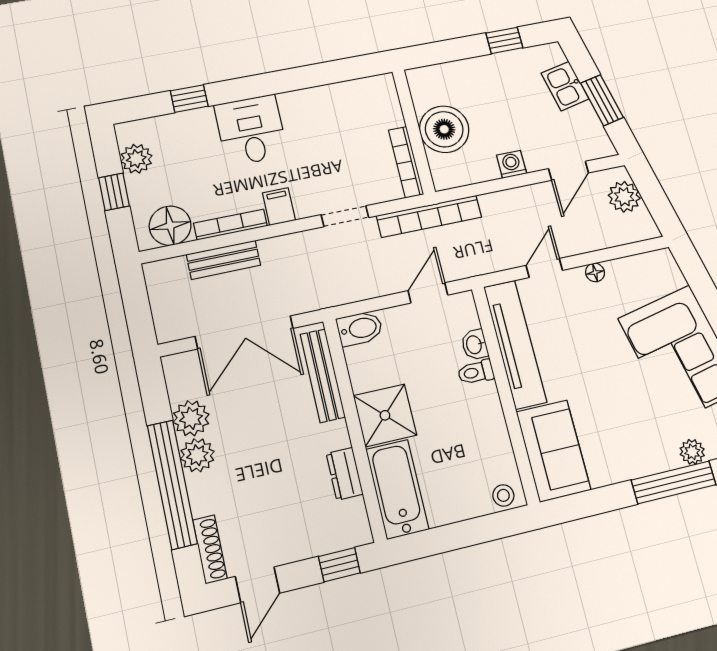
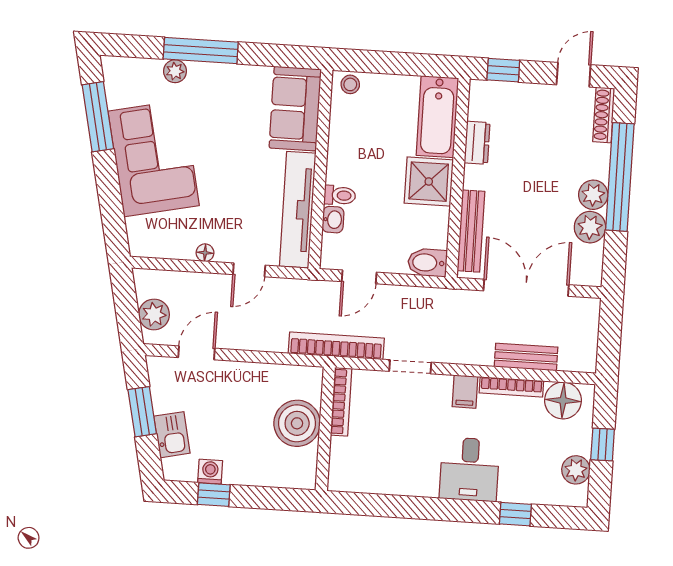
washing machine: (512, 164) -> (210, 472), moved, turned 180

